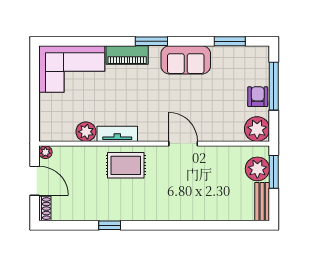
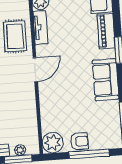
door: (183, 144) -> (35, 70), moved
plant: (257, 169) -> (20, 150), width x0.53, depth x0.53

